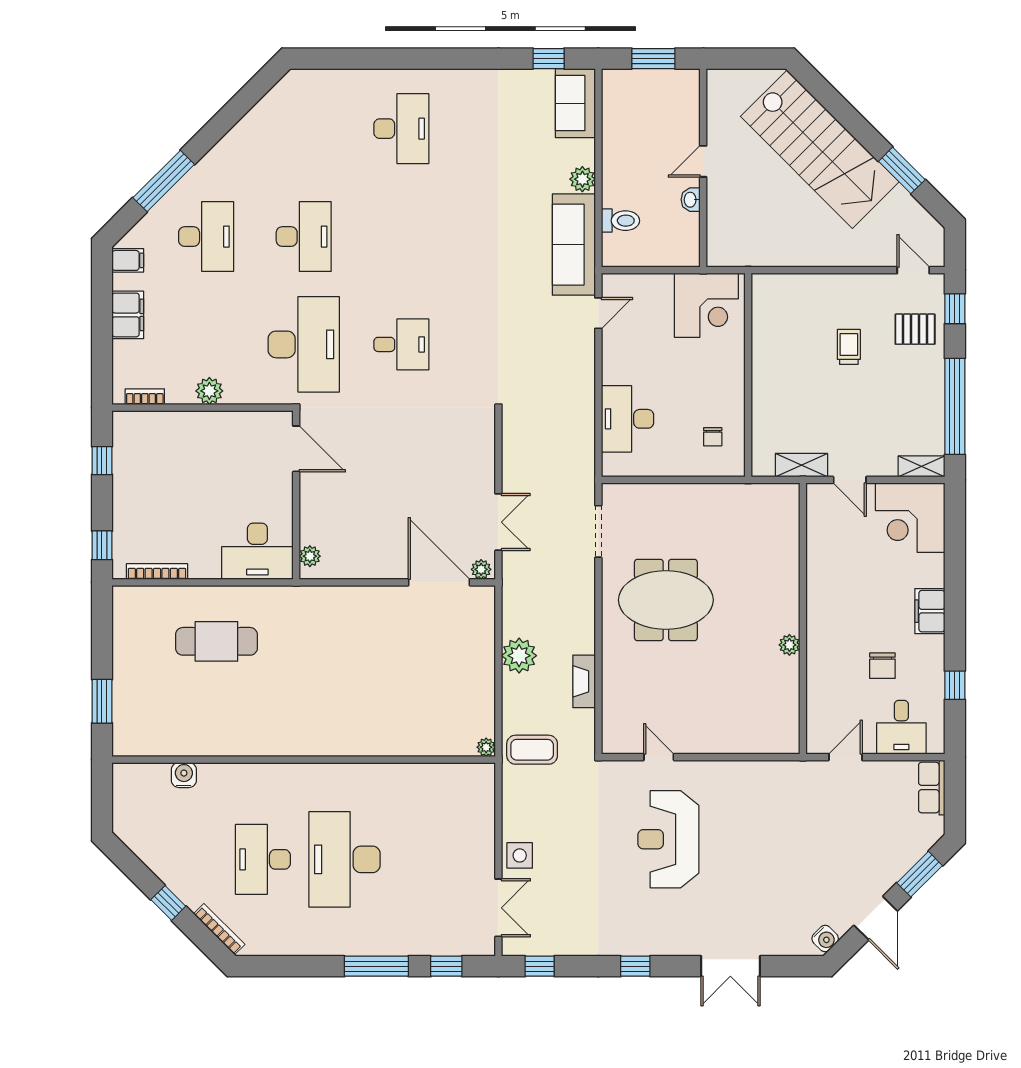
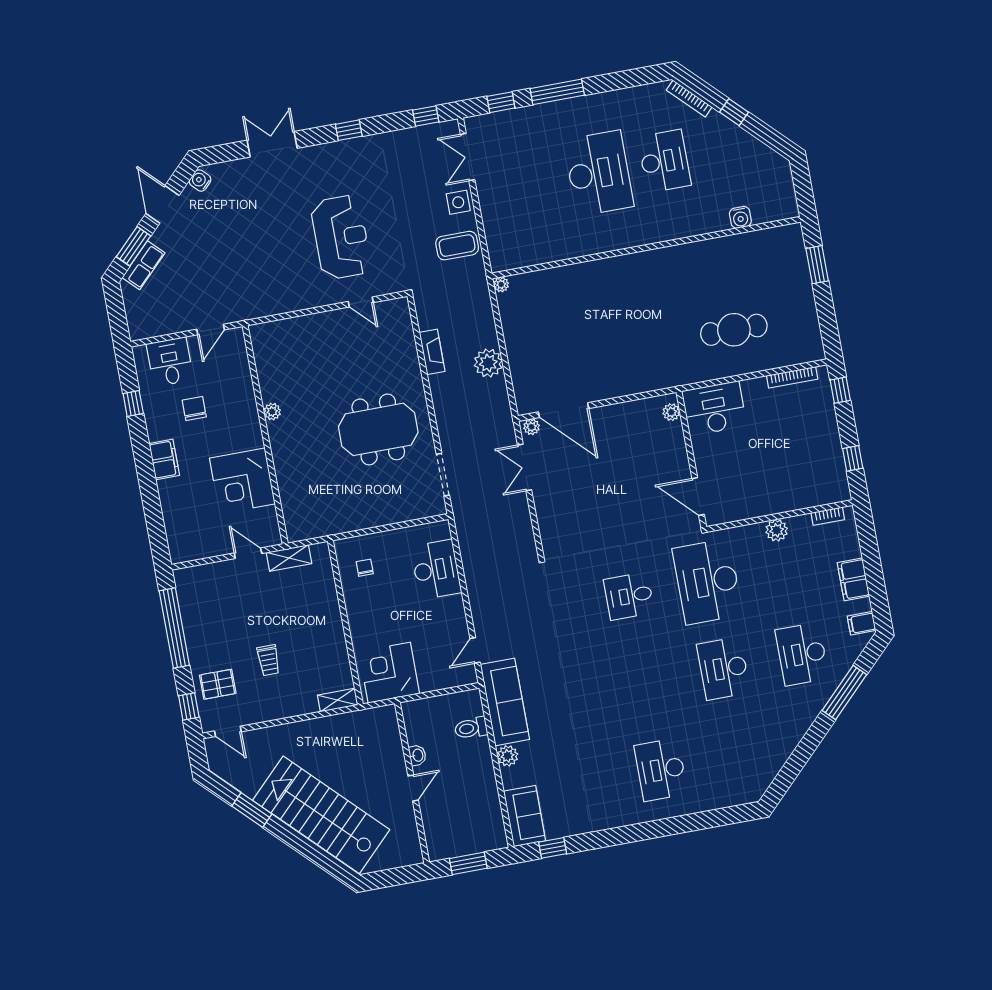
shelving: (921, 466) -> (338, 700), moved
corner desk: (910, 518) -> (242, 481), moved, turned 180
coffee table: (532, 750) -> (457, 246), moved
row of seats: (932, 787) -> (143, 265), moved, turned 45

